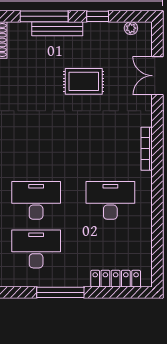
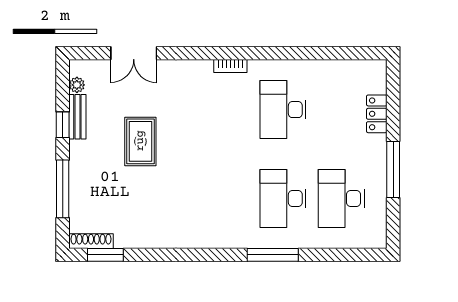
bench: (57, 29) -> (77, 117), moved, width x0.73
bookcase: (147, 149) -> (230, 66), width x0.64
locker: (116, 279) -> (377, 114), width x0.66

